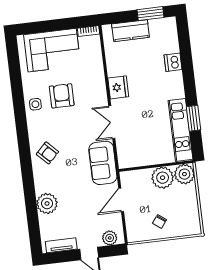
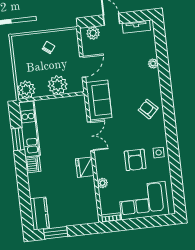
kitchen counter: (131, 31) -> (39, 214), moved, turned 90
dishwasher: (173, 62) -> (33, 165), moved
plant: (98, 70) -> (103, 183), added
plant: (163, 178) -> (58, 85), moved
plant: (47, 203) -> (153, 64), width x0.53, depth x0.53

